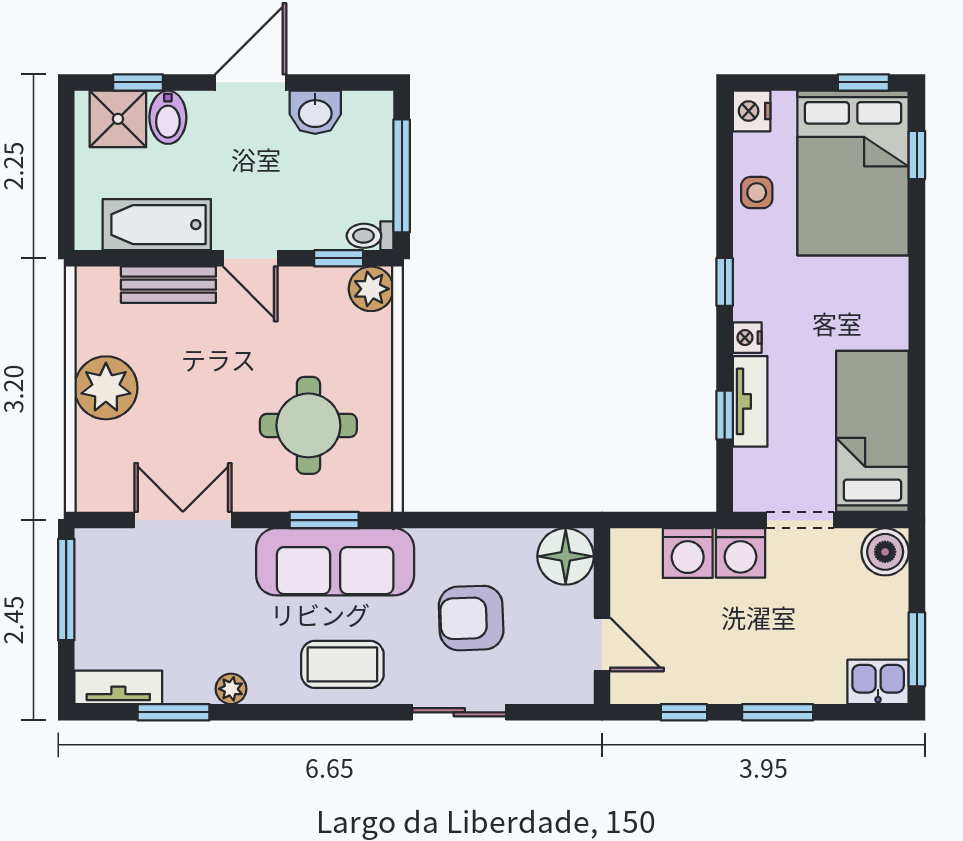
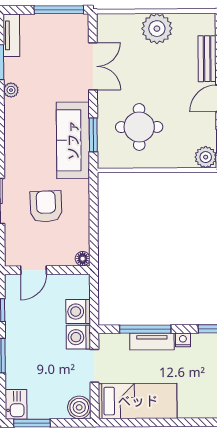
window: (725, 415) -> (145, 329), width x2.17
floor lamp: (566, 556) -> (83, 259), width x0.53, depth x0.53
coffee table: (342, 664) -> (23, 144), removed

